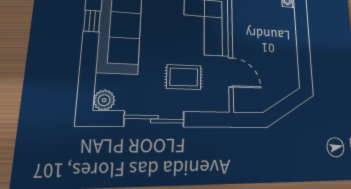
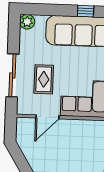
sliding door: (154, 119) -> (12, 75), moved

